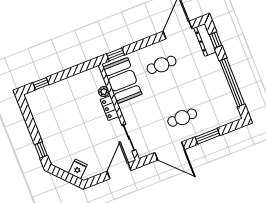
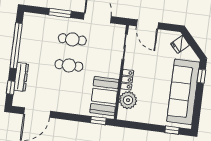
dresser: (205, 40) -> (21, 77), moved
cafe table: (162, 65) -> (69, 65), moved
plant: (104, 92) -> (128, 100), width x1.87, depth x1.87
sofa: (50, 126) -> (183, 92), added
door: (119, 171) -> (147, 24), hinge flipped

